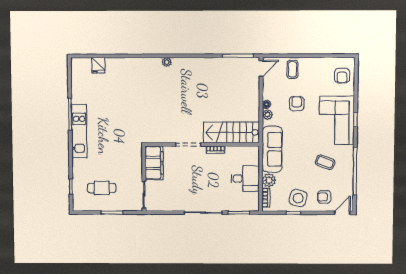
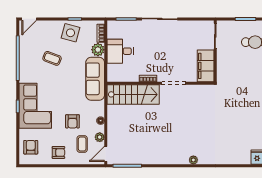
coffee table: (292, 69) -> (82, 144), moved
plant: (267, 115) -> (100, 137), moved
coffee table: (325, 162) -> (52, 58), moved
armchair: (324, 197) -> (58, 152), moved

